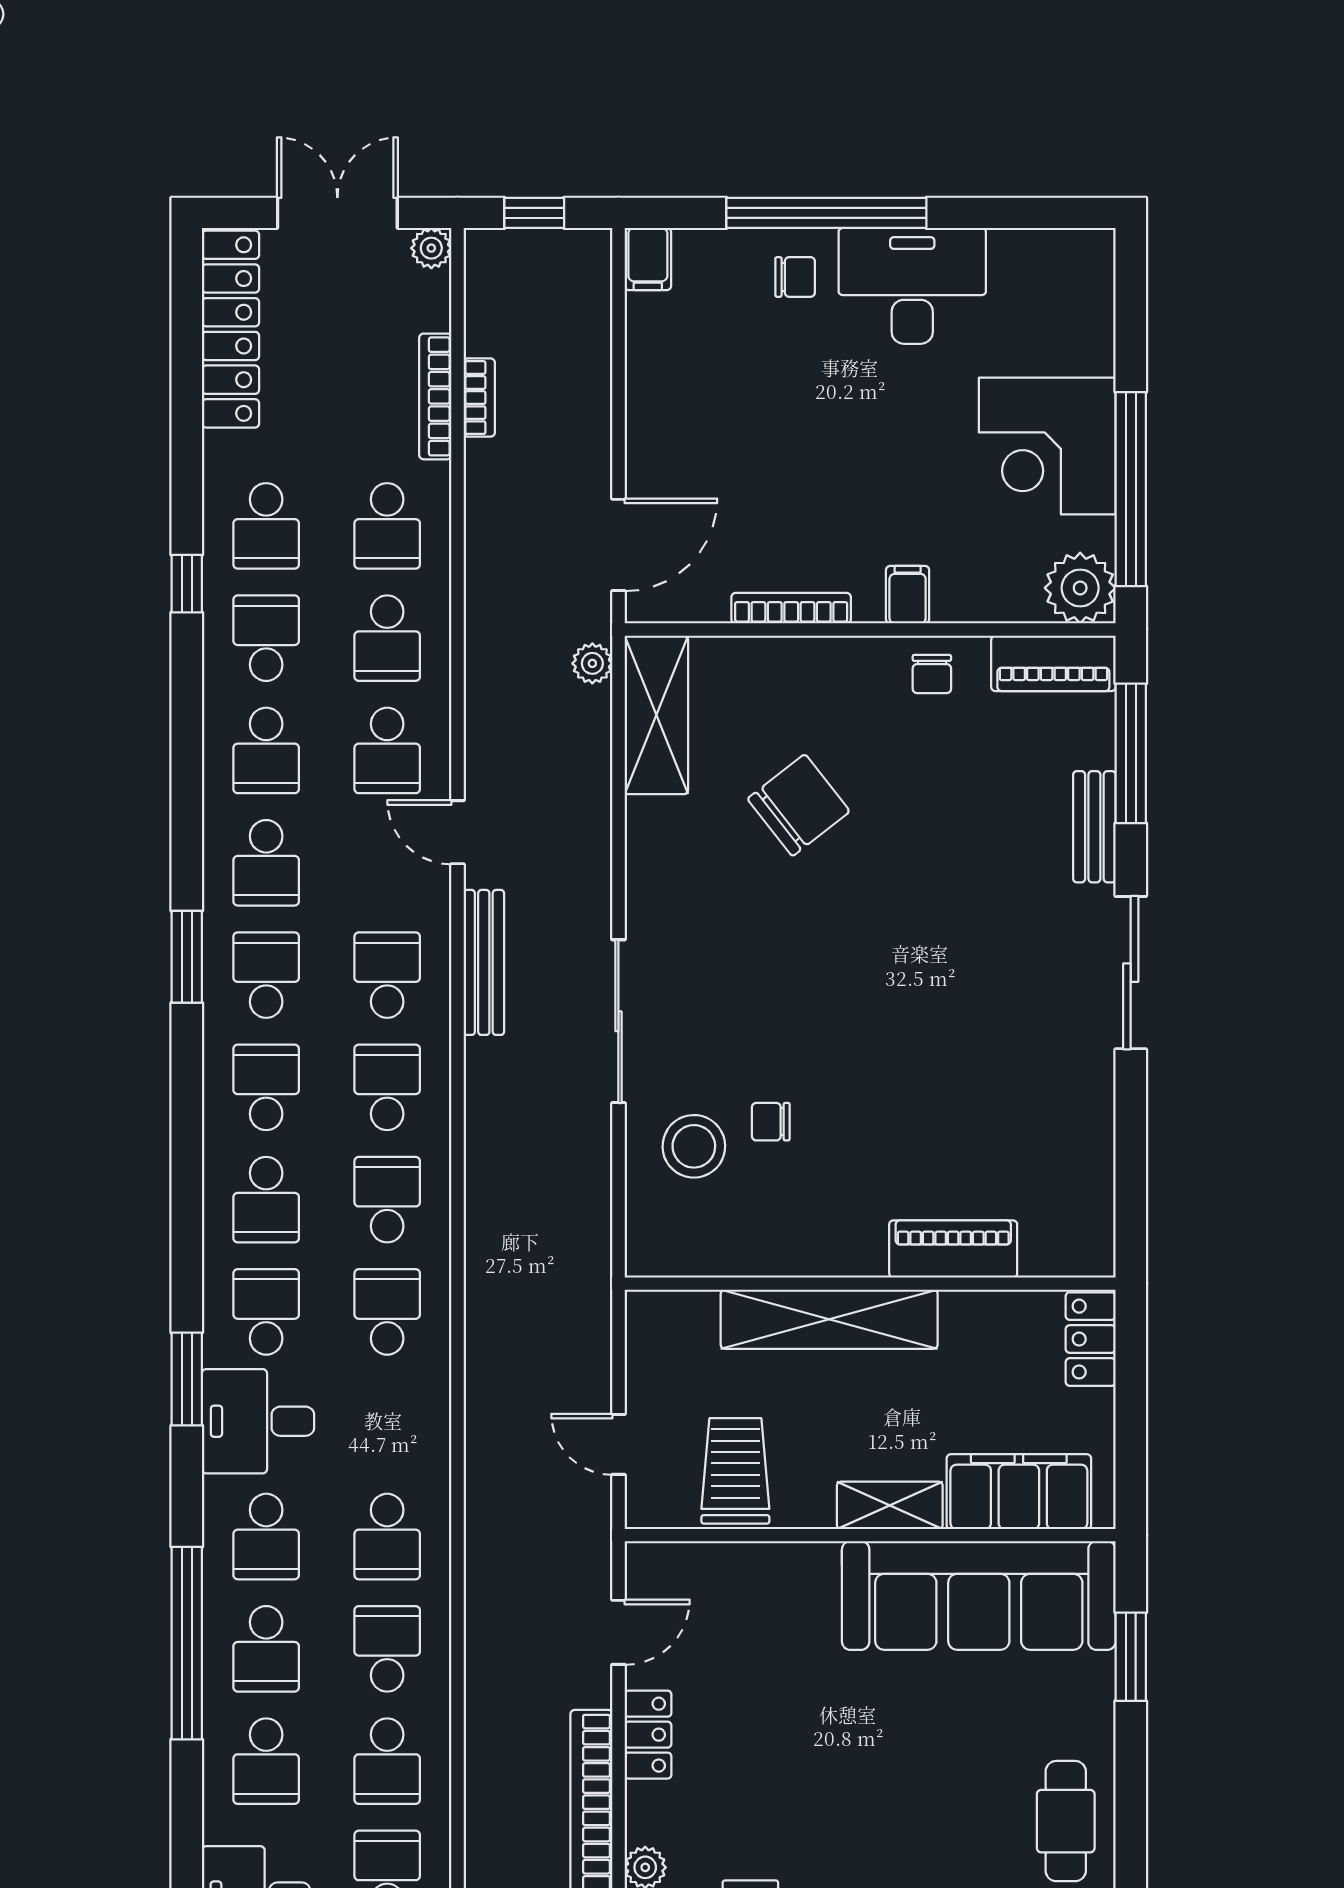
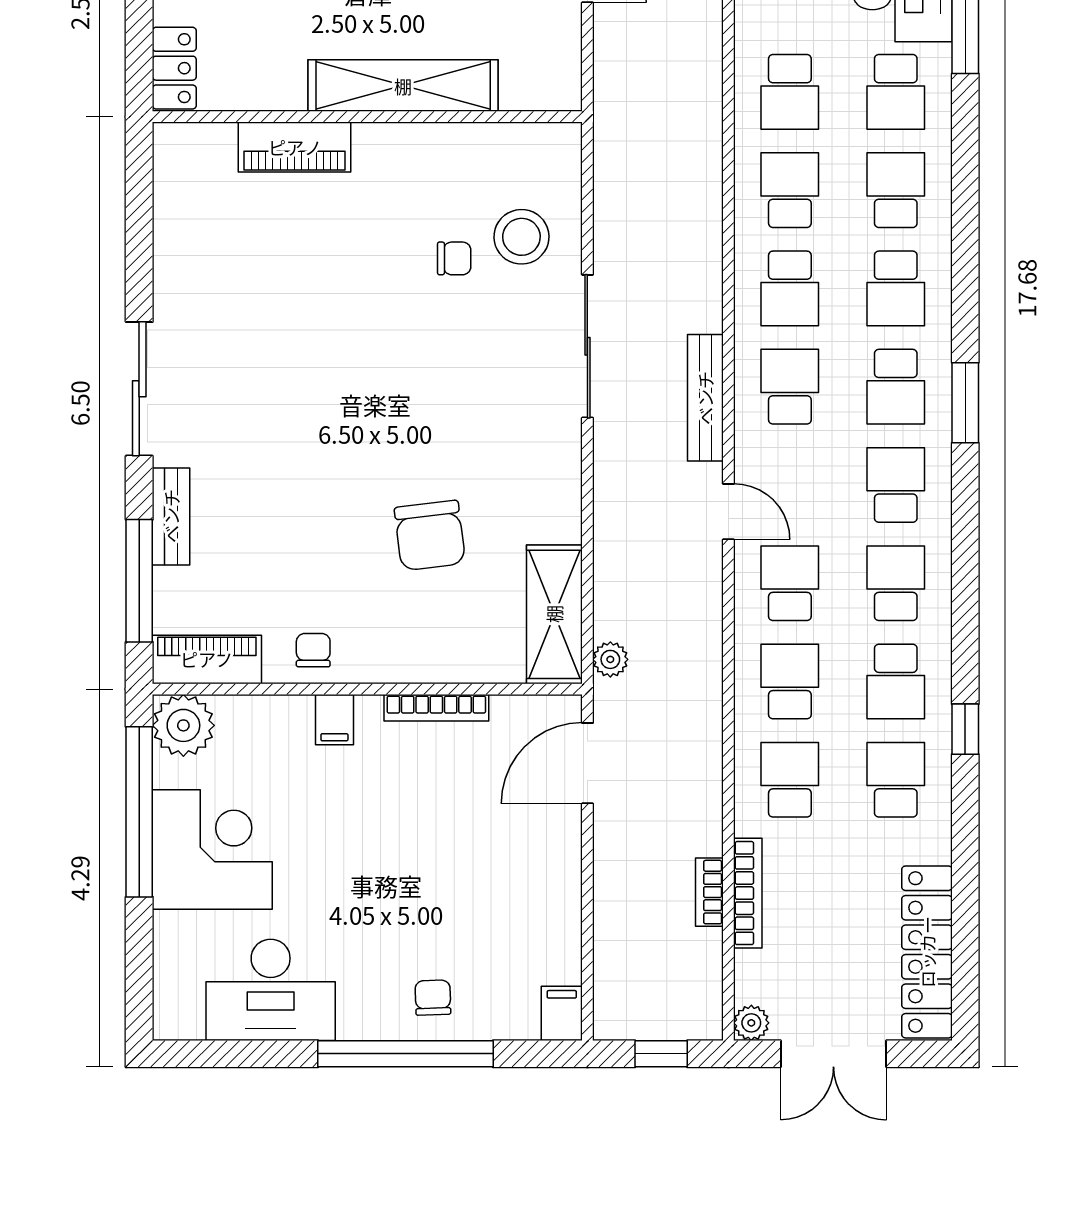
chair: (795, 277) -> (433, 998), turned 88
desk: (912, 286) -> (271, 990), moved
chair: (799, 805) -> (430, 535), turned -59
school desk: (387, 975) -> (790, 387), turned 180
school desk: (387, 1200) -> (790, 190), turned 180

